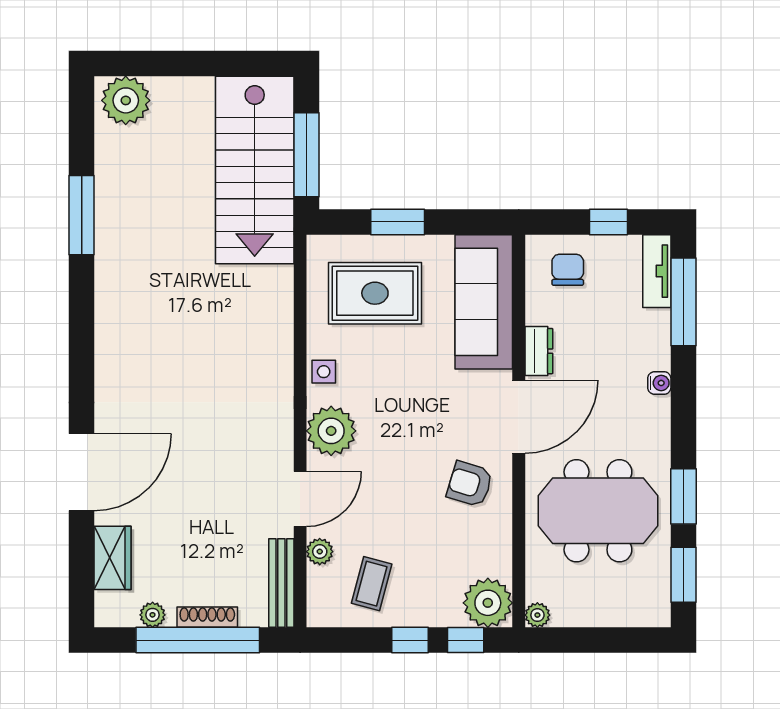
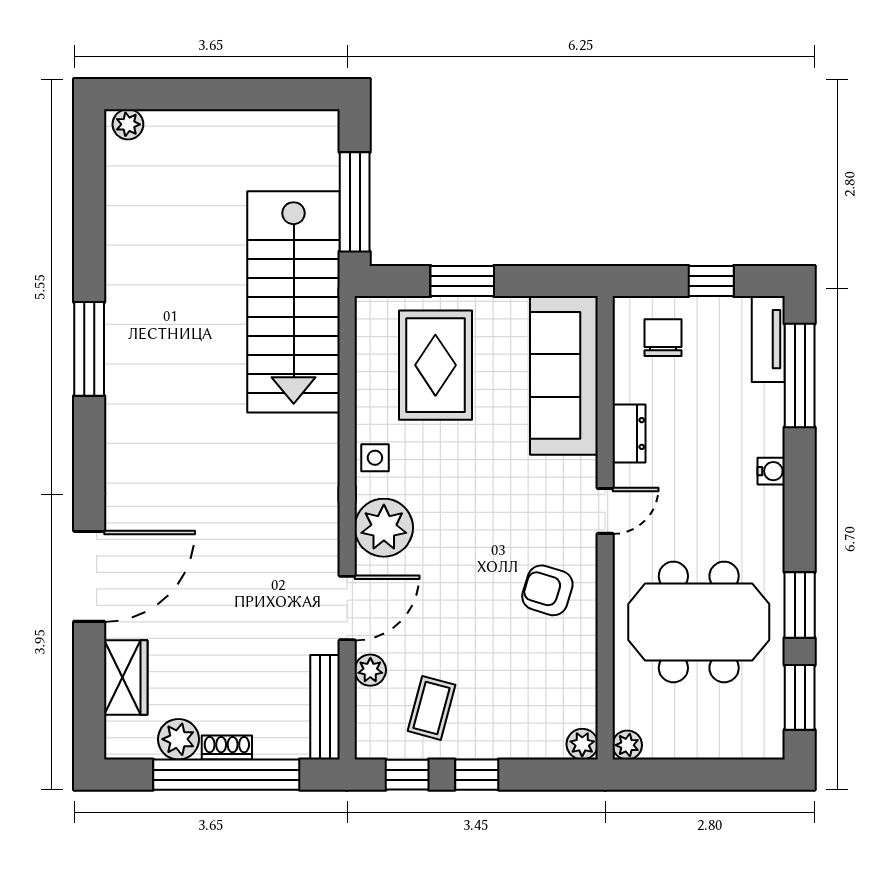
plant: (126, 100) -> (128, 124), width x0.53, depth x0.53
stairs: (255, 170) -> (294, 302), moved
window: (82, 215) -> (89, 349), moved
rug: (375, 293) -> (435, 365), turned 90
door: (519, 417) -> (605, 511), width x0.53
plant: (488, 603) -> (582, 744), width x0.53, depth x0.53
plant: (153, 615) -> (178, 739), width x1.38, depth x1.38
shoe rack: (207, 617) -> (227, 748), width x0.70
window: (466, 640) -> (407, 775), moved

